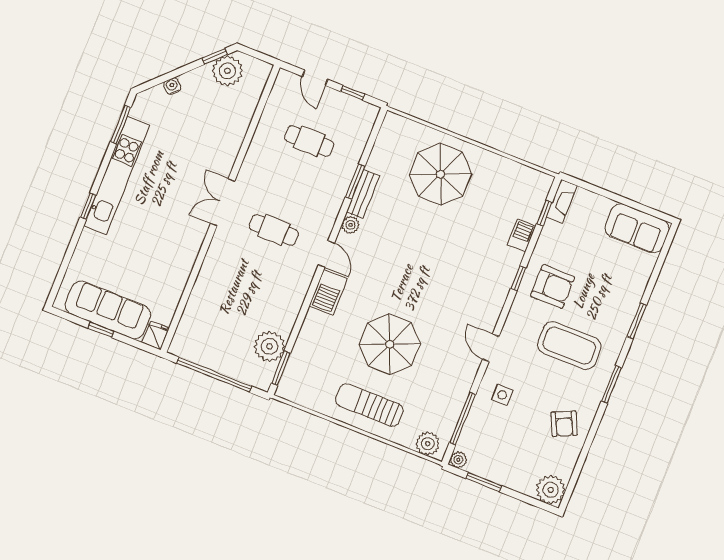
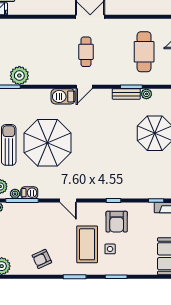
cafe table: (309, 141) -> (144, 52), width x1.37, depth x1.35
plant: (351, 225) -> (146, 94), moved
barbecue: (522, 235) -> (29, 193), moved
parasol: (390, 344) -> (48, 143), width x1.36, depth x1.36
door: (491, 348) -> (68, 201), swing flipped
side table: (502, 395) -> (110, 249), moved
plant: (448, 425) -> (15, 194), added

